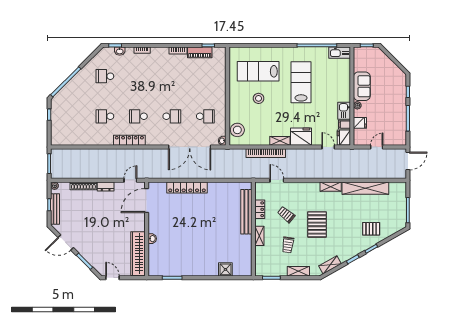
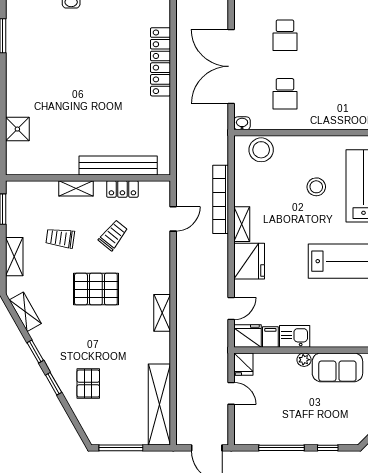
fridge: (360, 123) -> (243, 364), moved
shelving: (365, 188) -> (159, 405), moved

